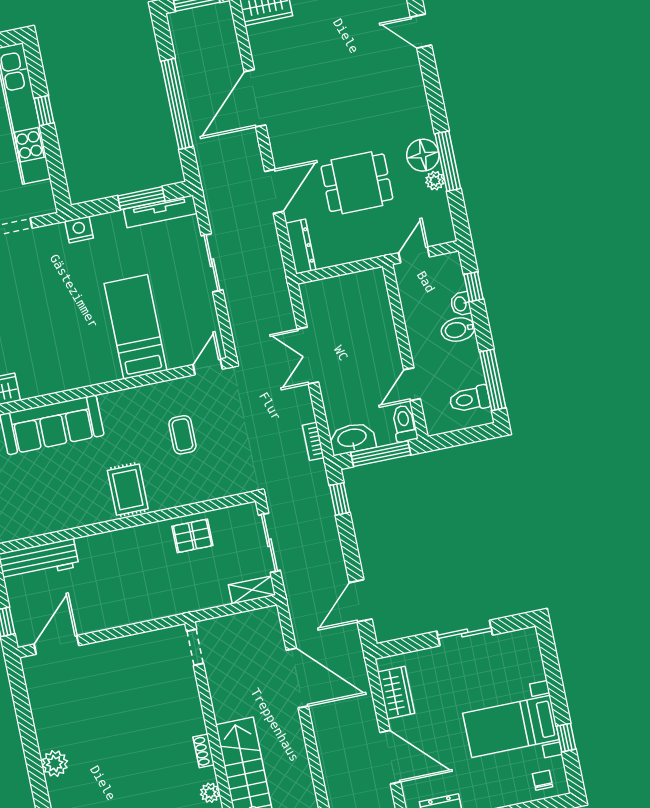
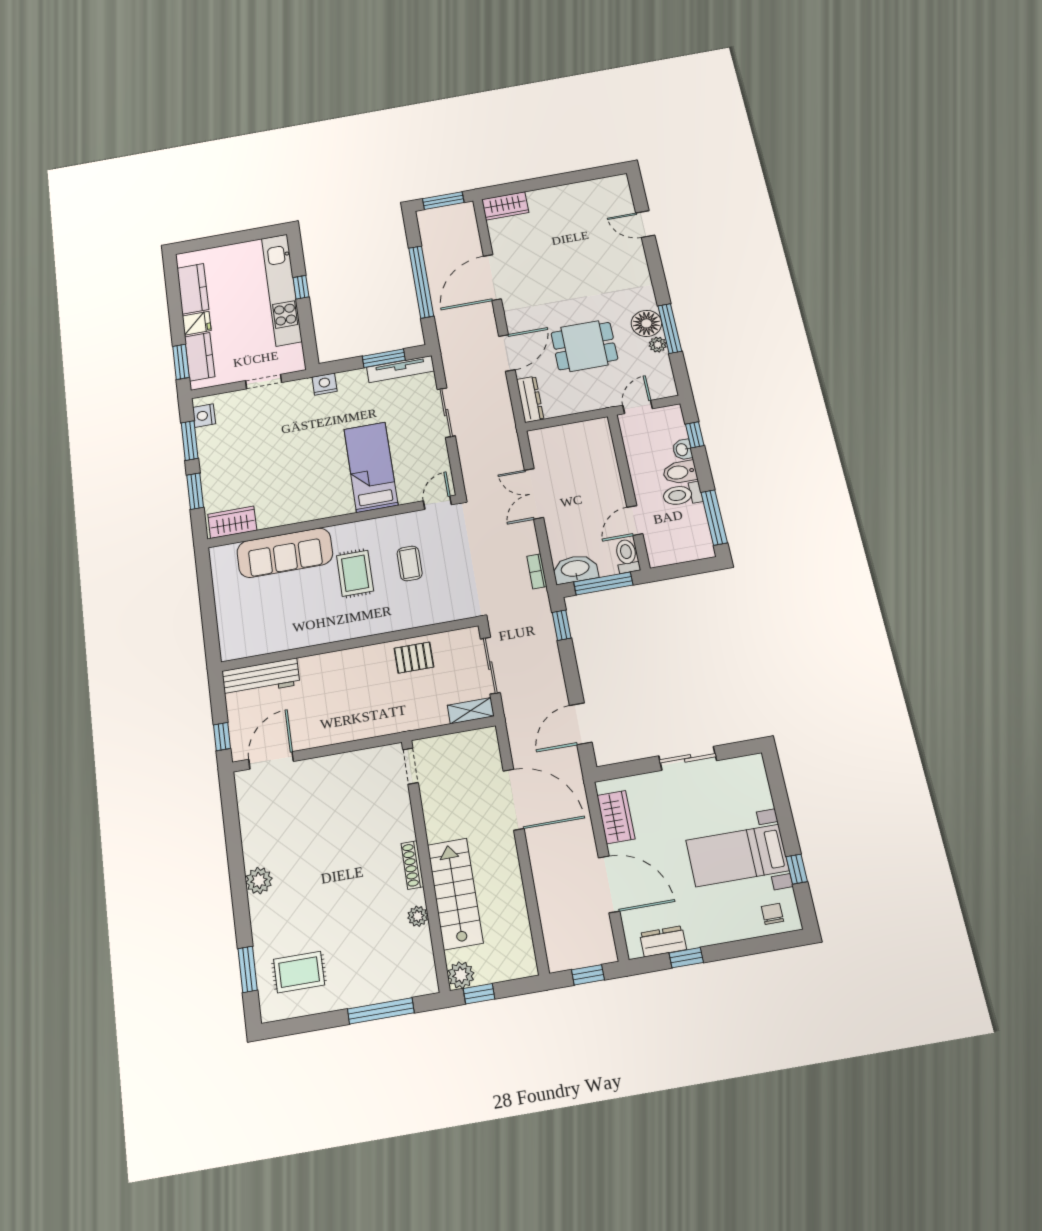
toilet: (470, 399) -> (682, 495), moved
rug: (128, 490) -> (355, 573), moved
shoe rack: (204, 751) -> (412, 865), width x1.43

